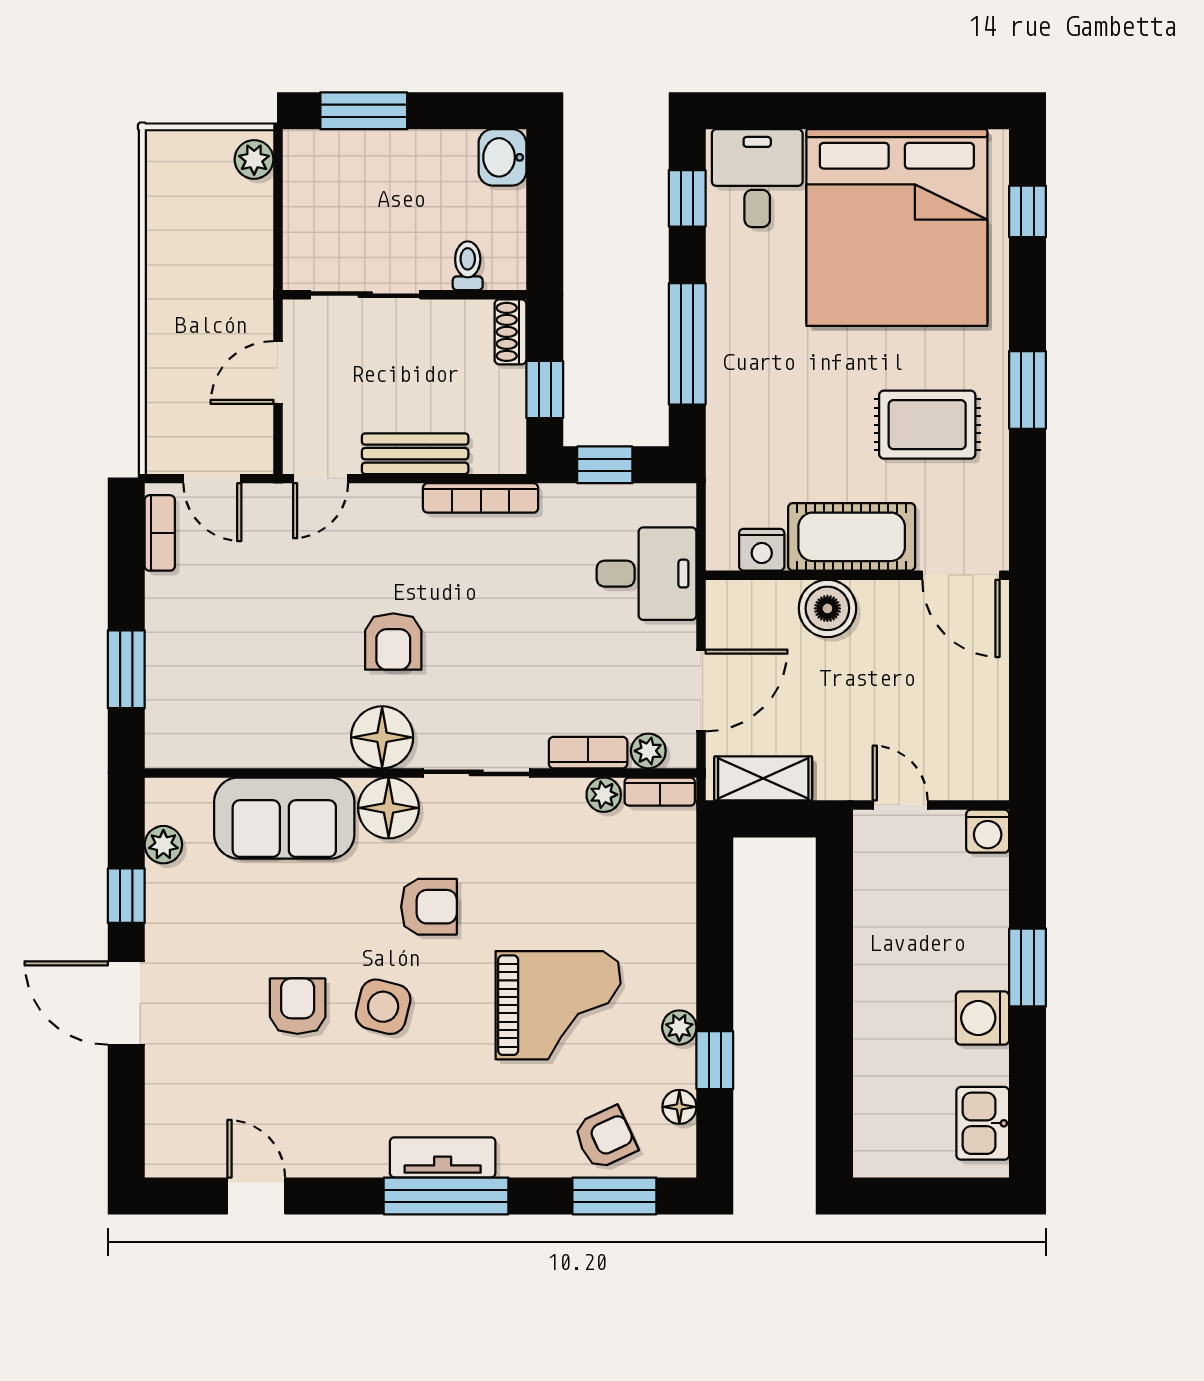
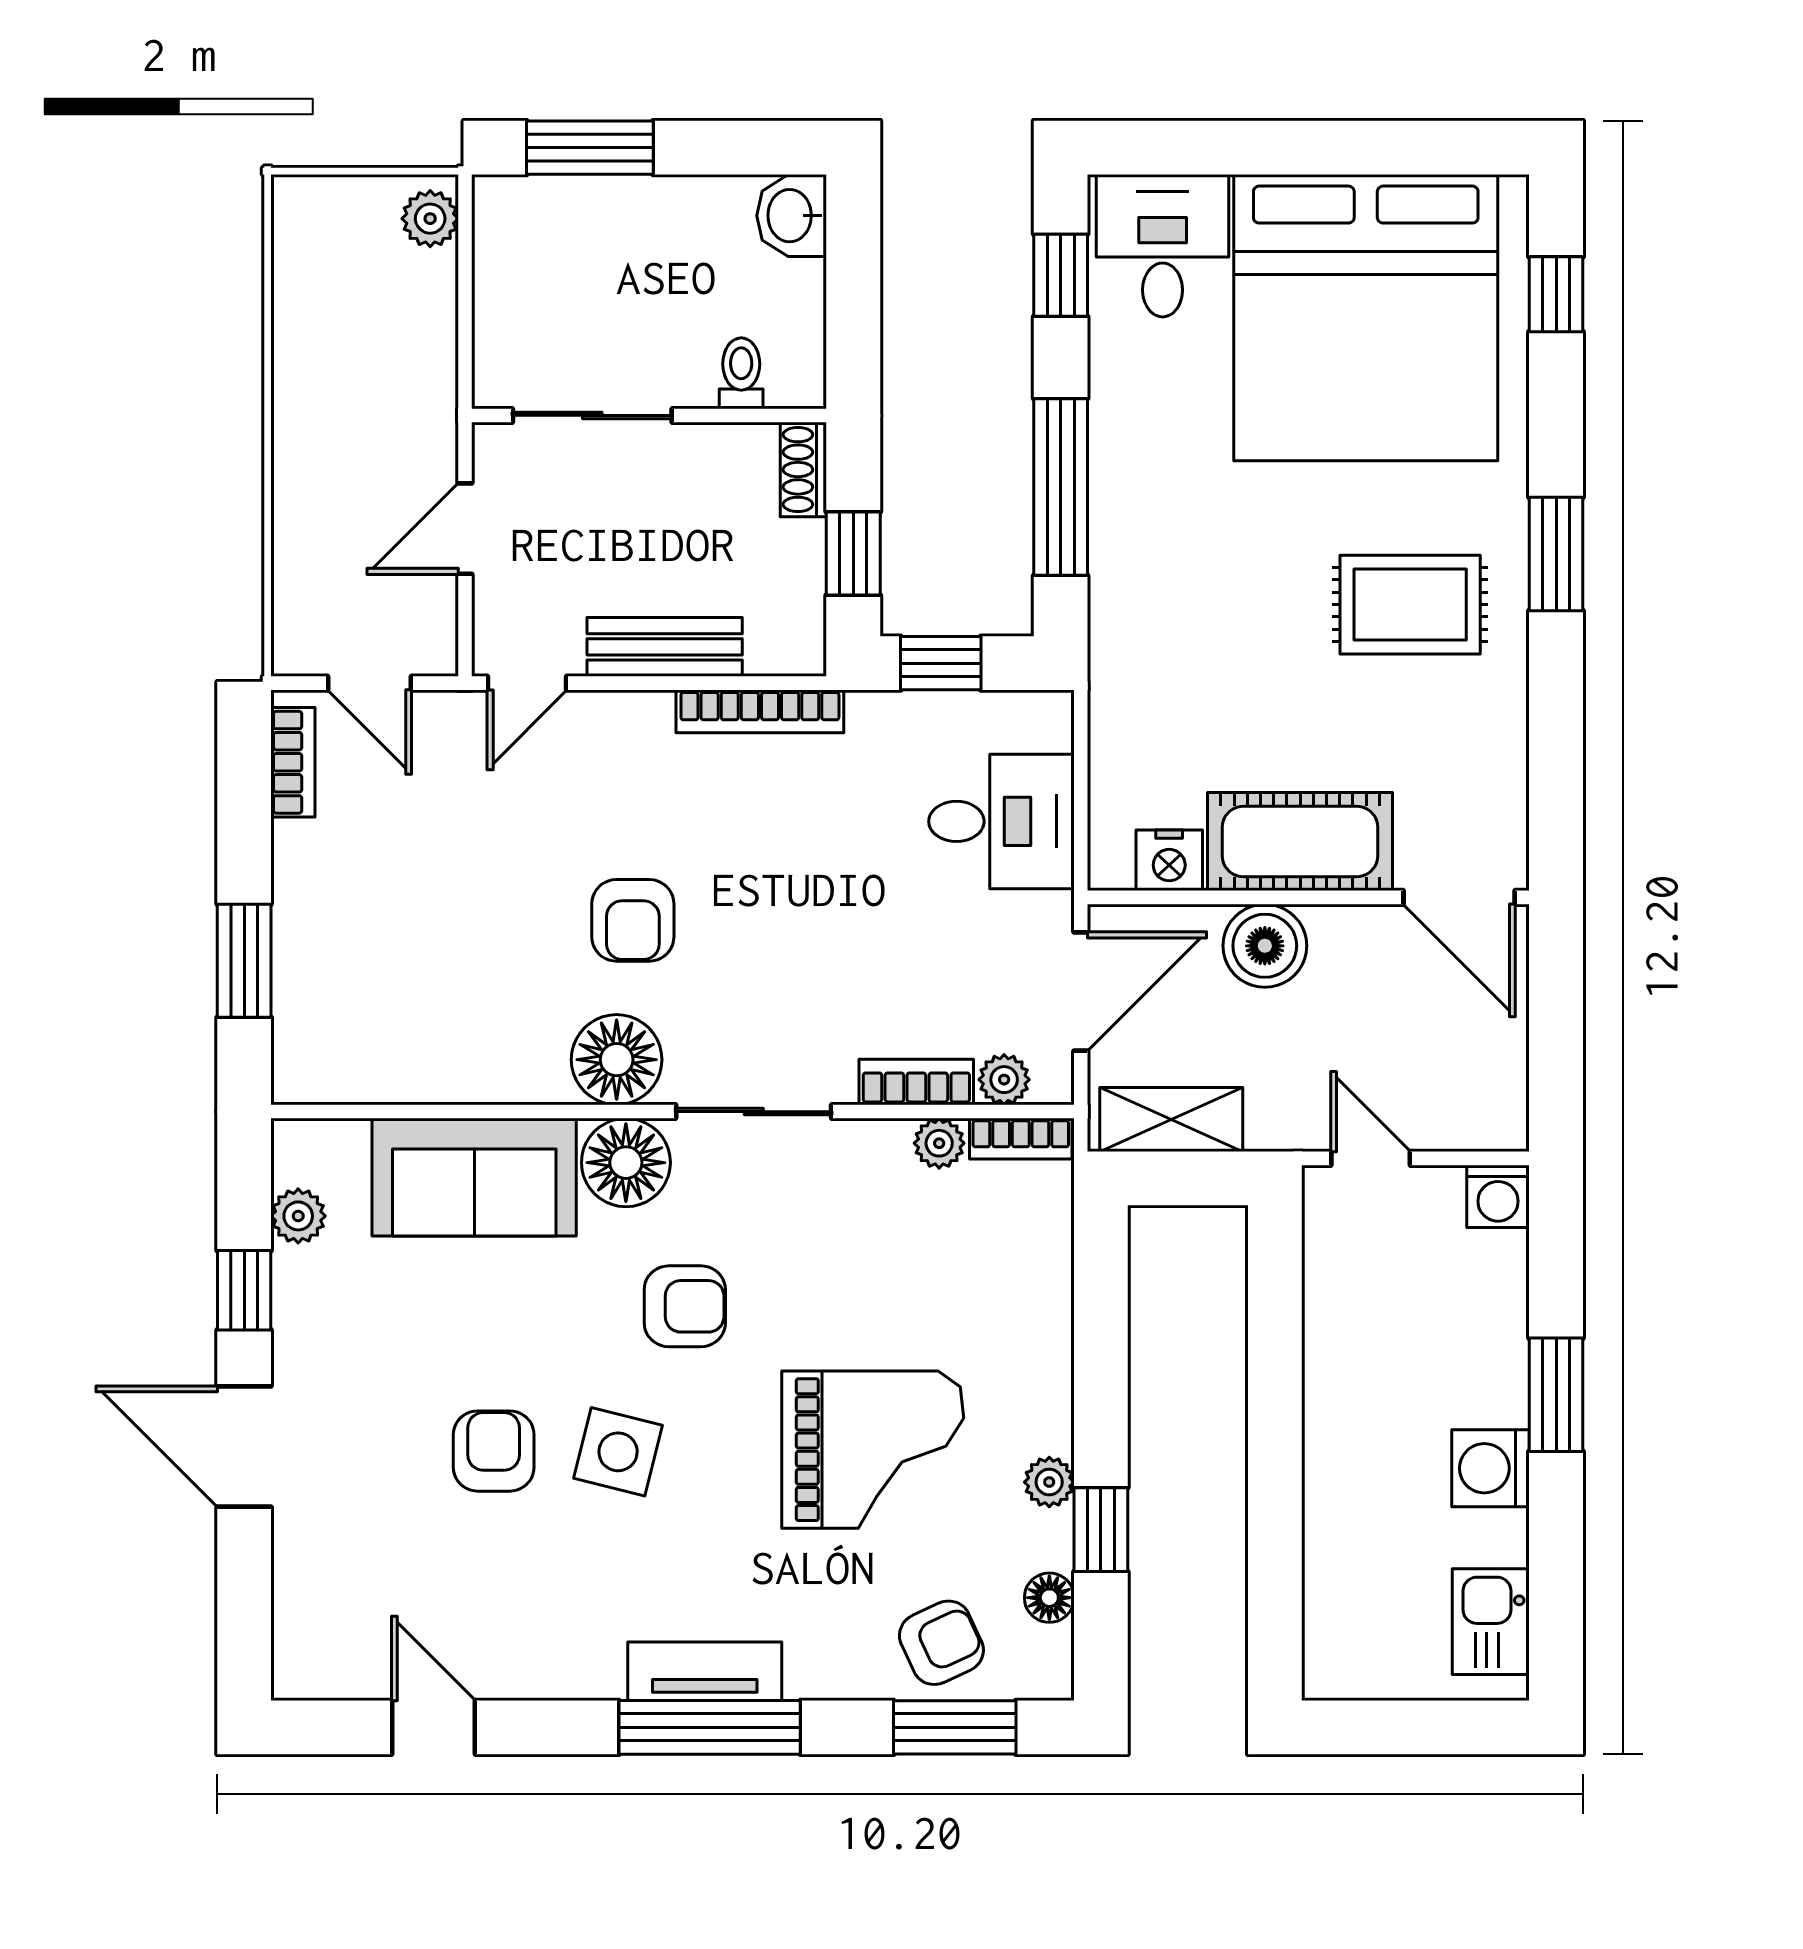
cot: (852, 537) -> (1300, 842), moved
nightstand: (762, 550) -> (1169, 860), moved
wall: (857, 575) -> (1308, 897), moved
door: (961, 575) -> (1459, 897), moved
boiler: (827, 608) -> (1265, 946), moved

